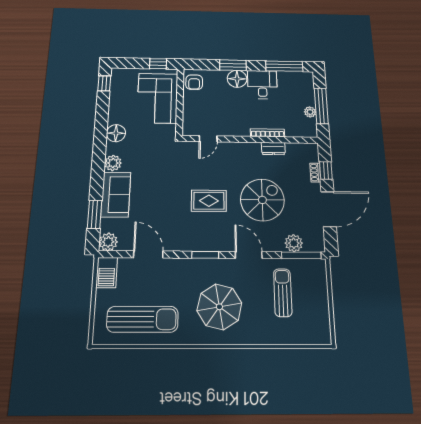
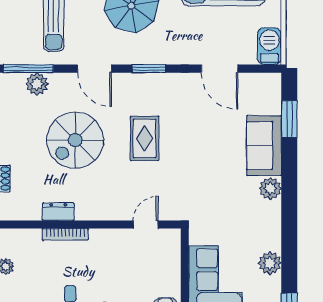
floor lamp: (116, 133) -> (269, 231), removed
rug: (209, 201) -> (145, 138), turned 90
plant: (108, 242) -> (270, 263), moved

